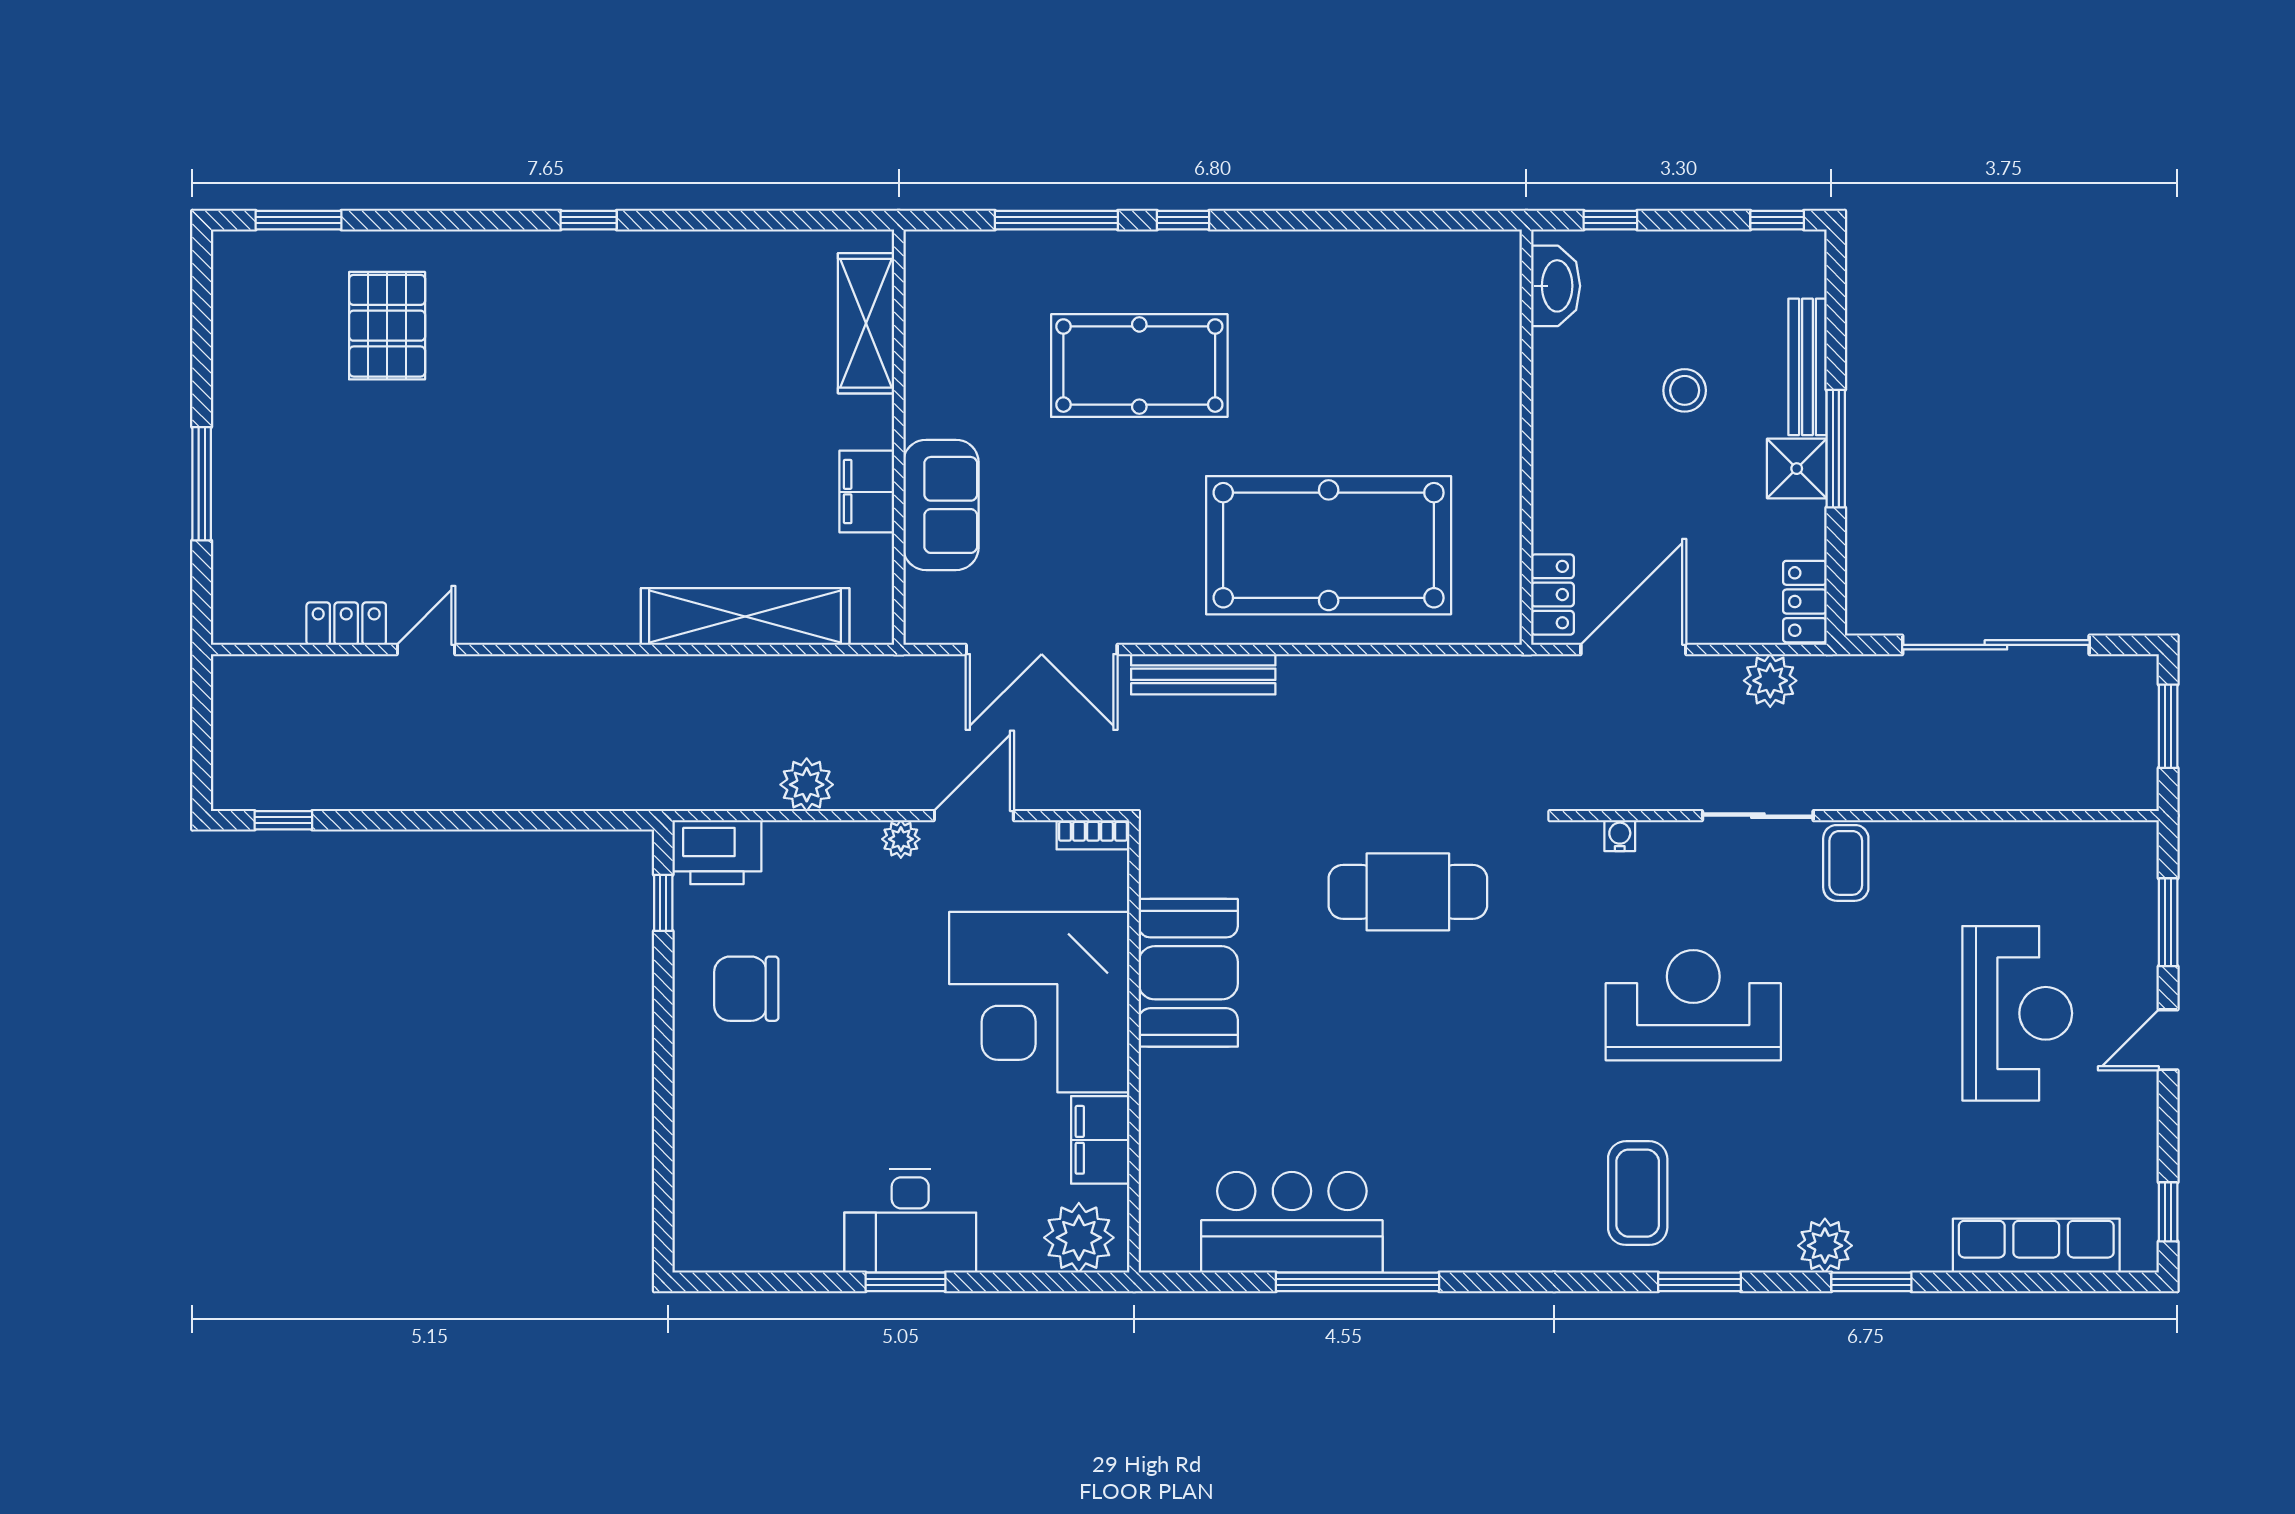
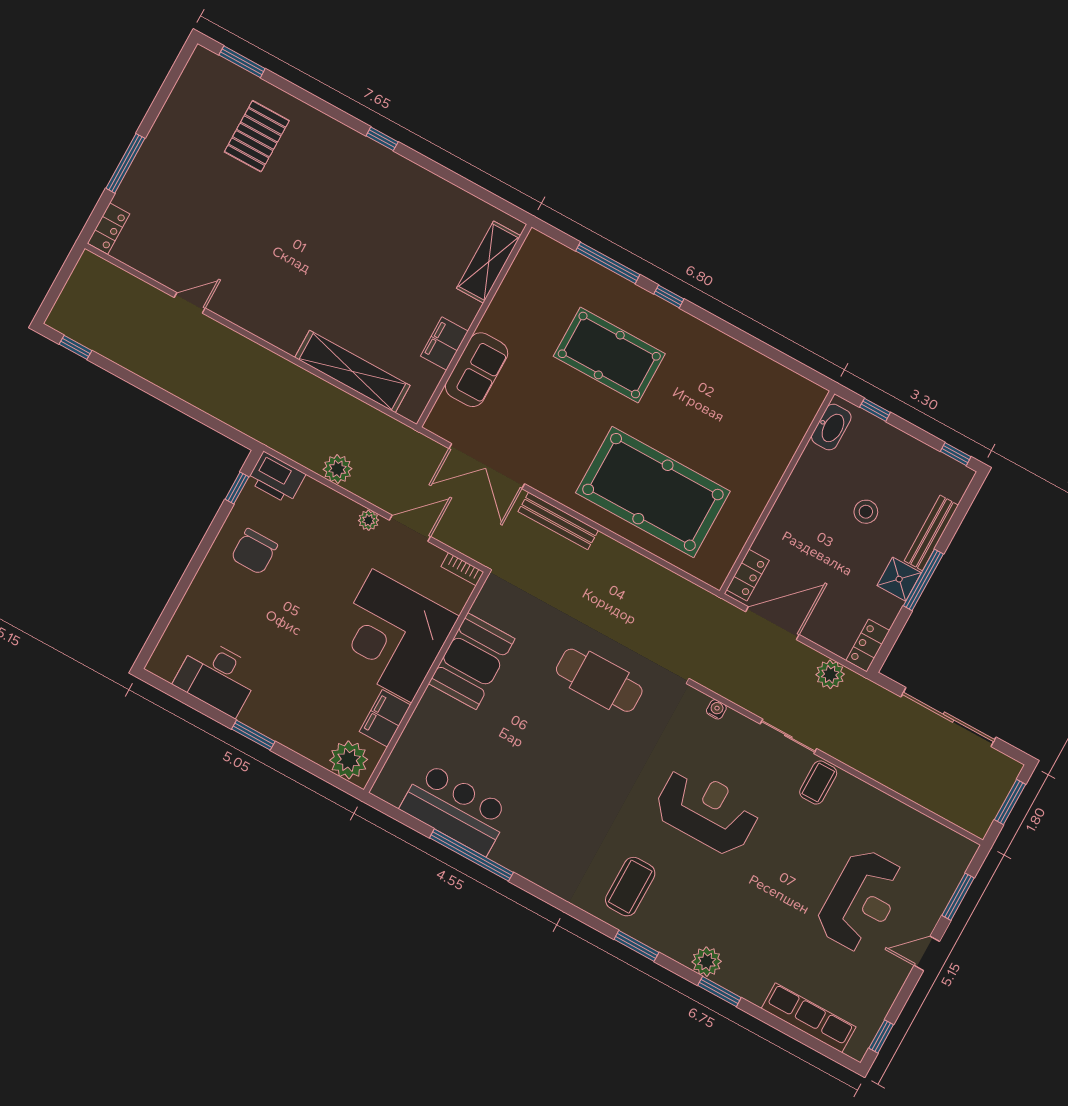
locker: (346, 624) -> (109, 229), moved, turned 90
chair: (746, 989) -> (254, 551), turned -90
desk: (910, 1221) -> (217, 677), moved

